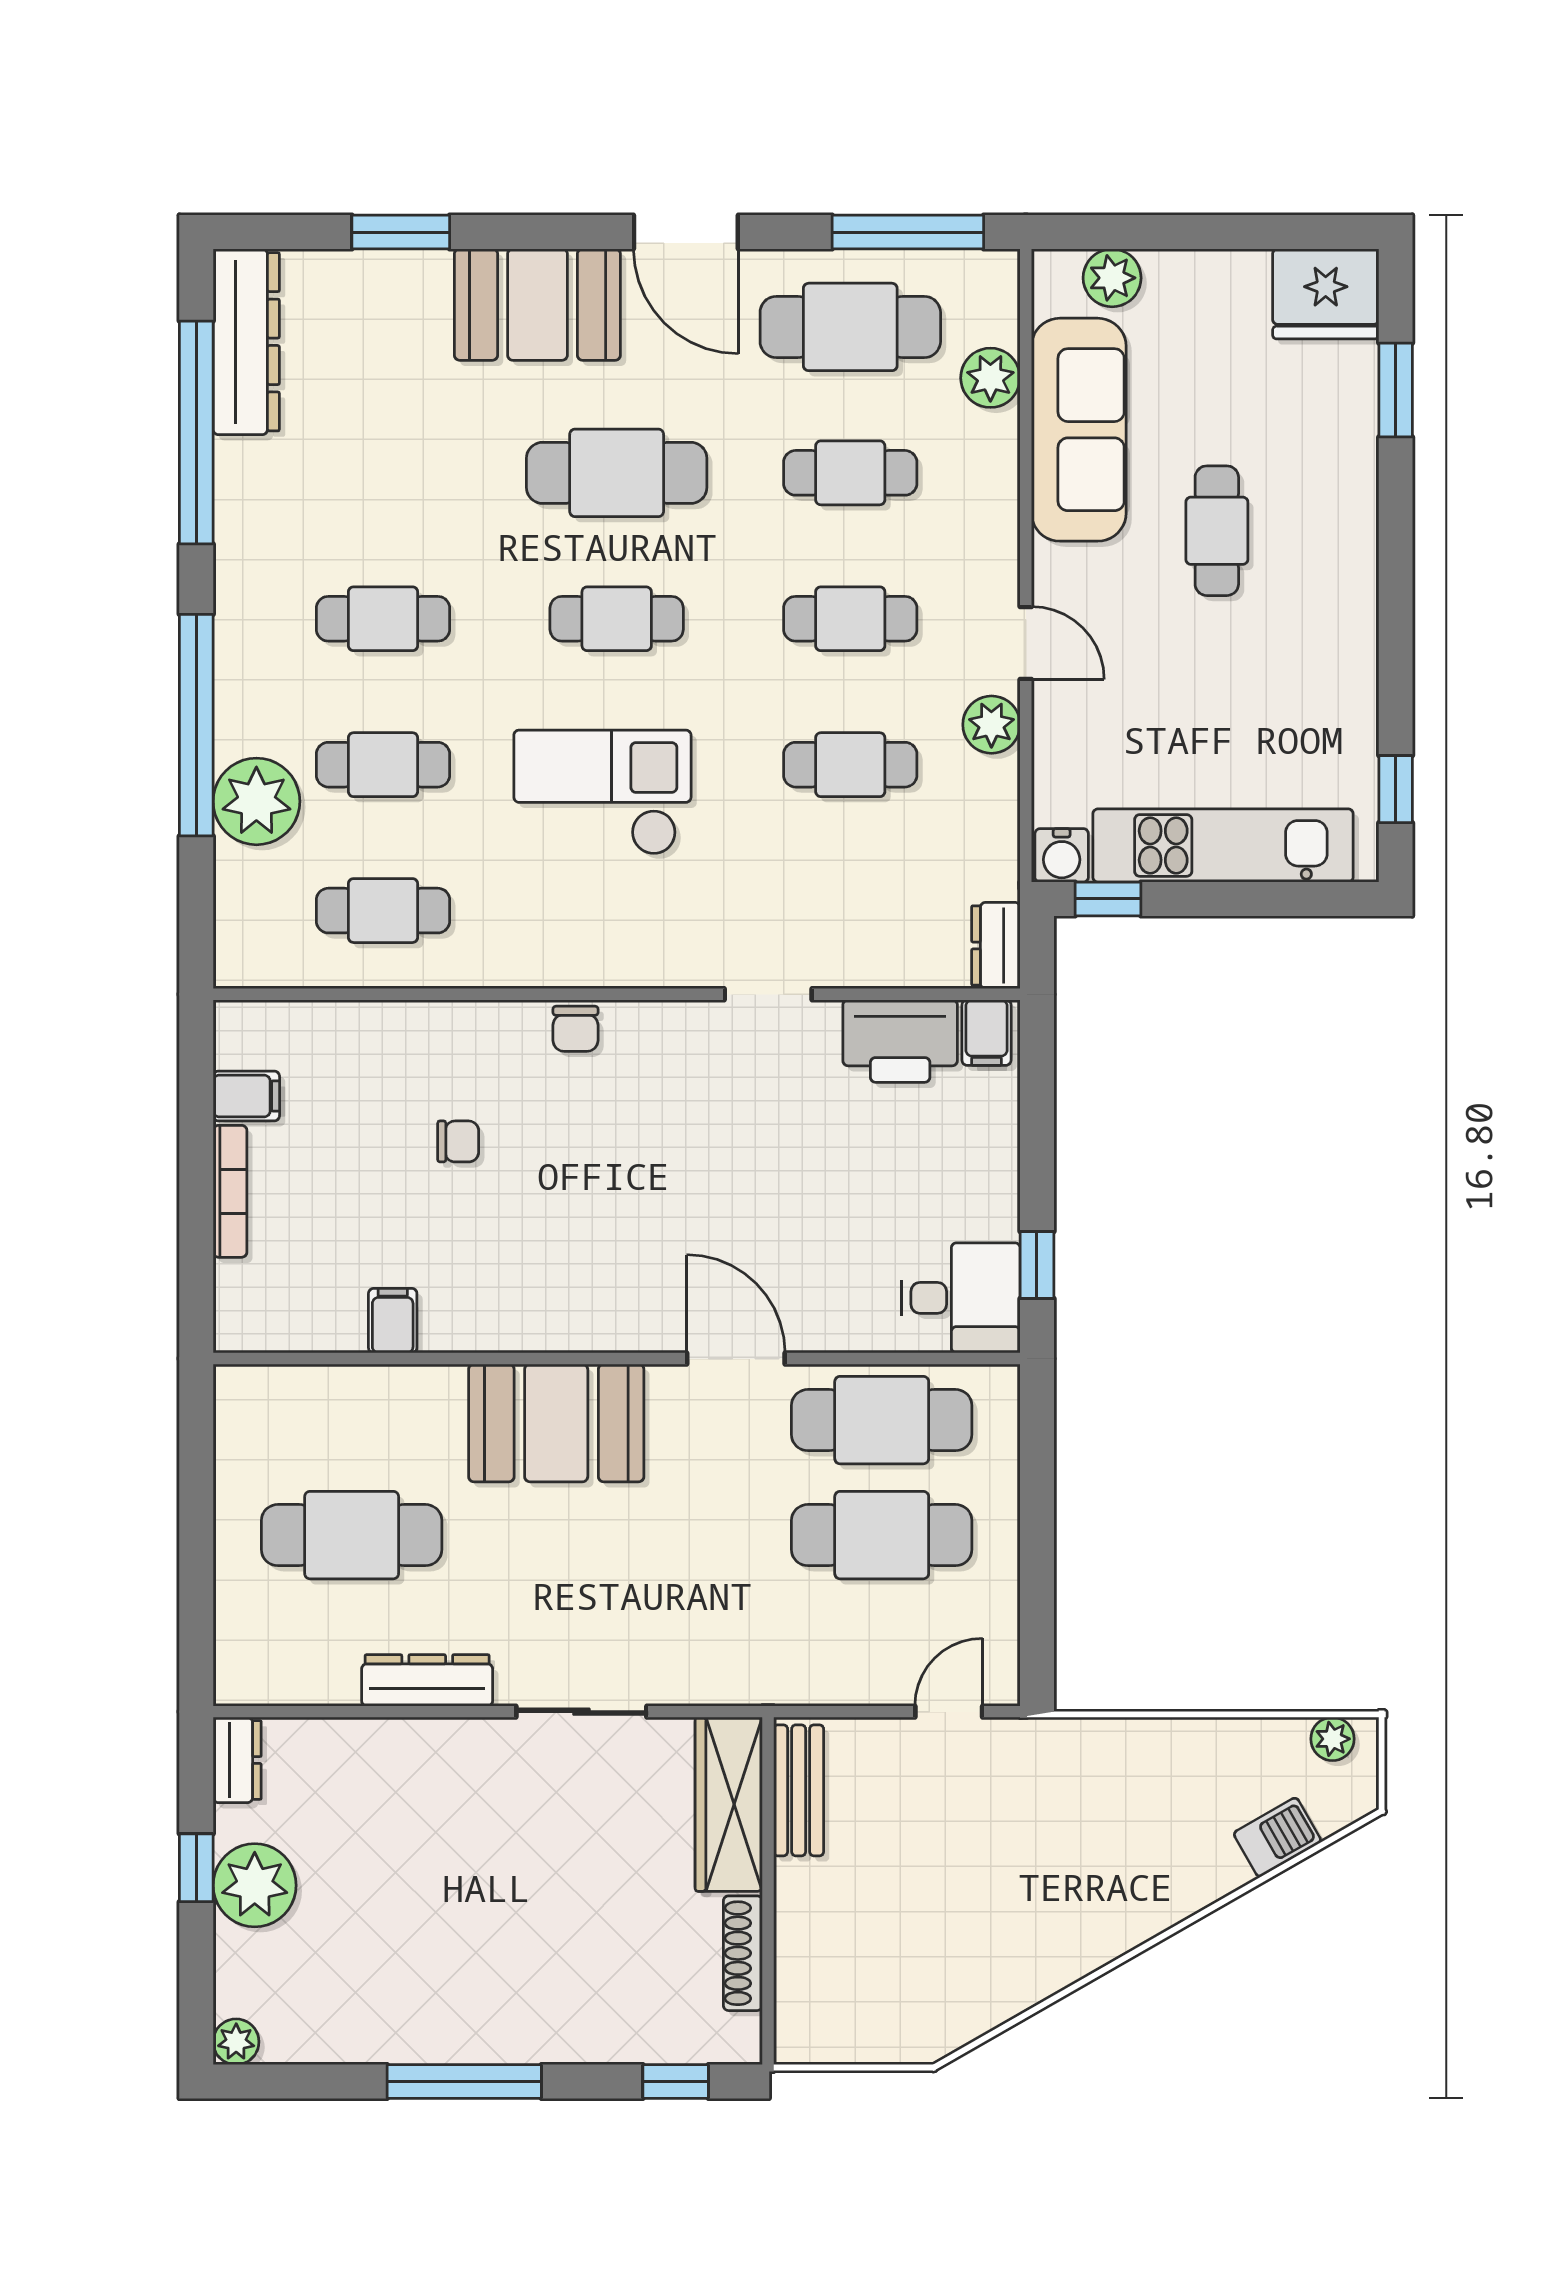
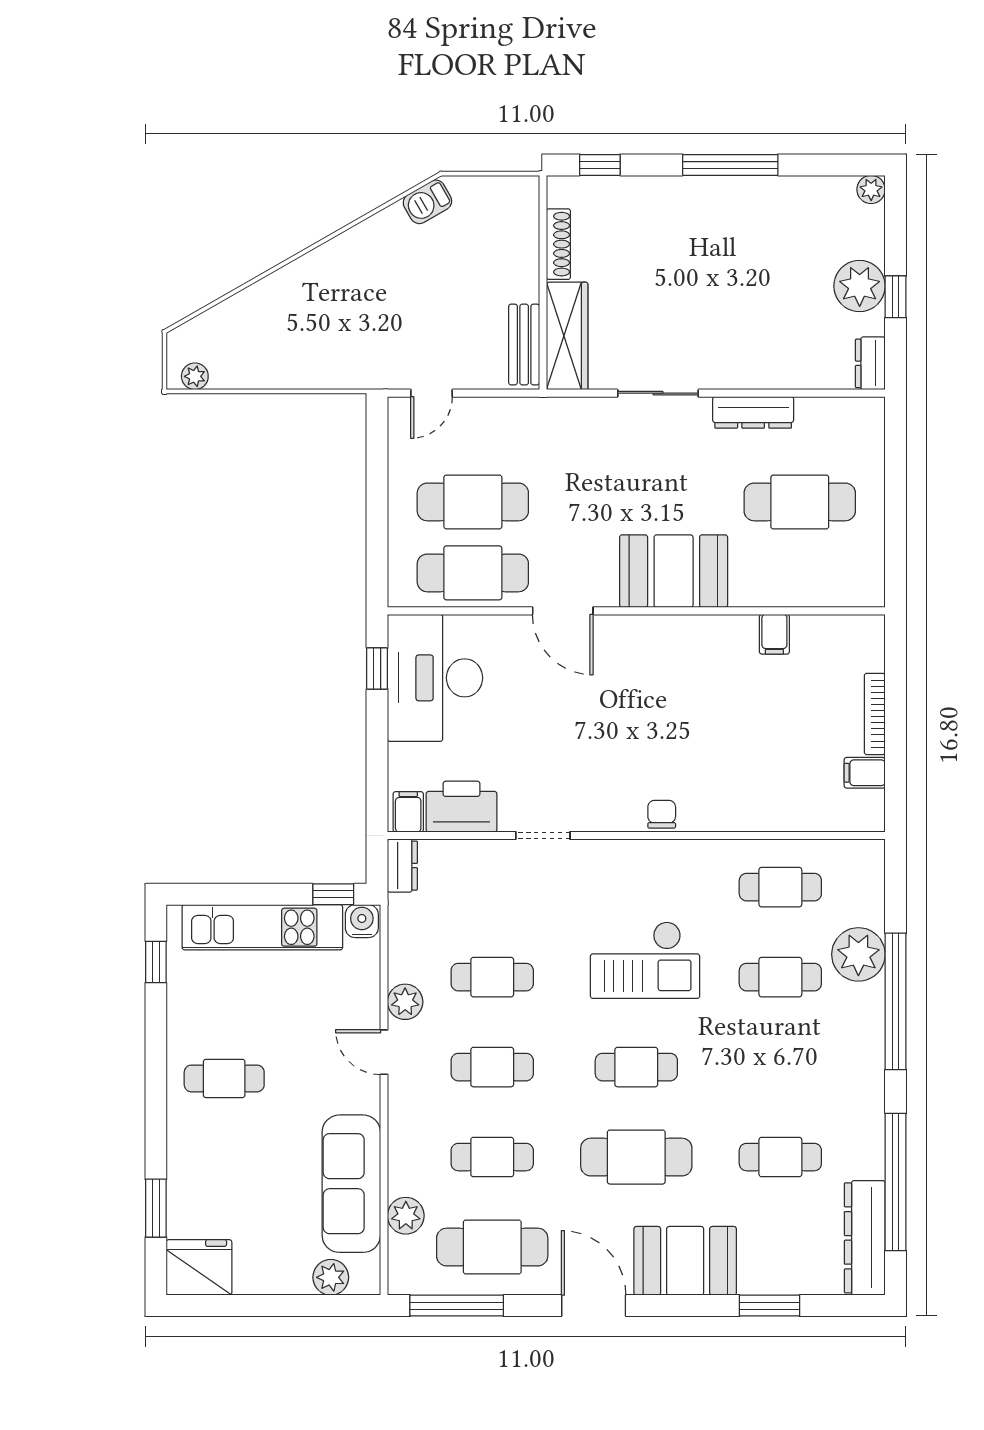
cafe table: (1217, 531) -> (224, 1078), moved, turned 90
cafe table: (383, 619) -> (780, 1157), moved
chair: (458, 1141) -> (734, 745), removed
desk: (961, 1298) -> (435, 678), width x1.87, depth x1.30
barbecue: (1277, 1837) -> (427, 202), moved

